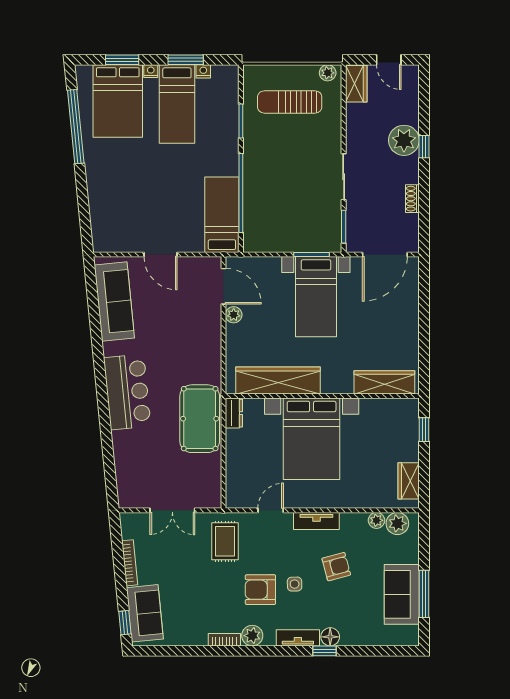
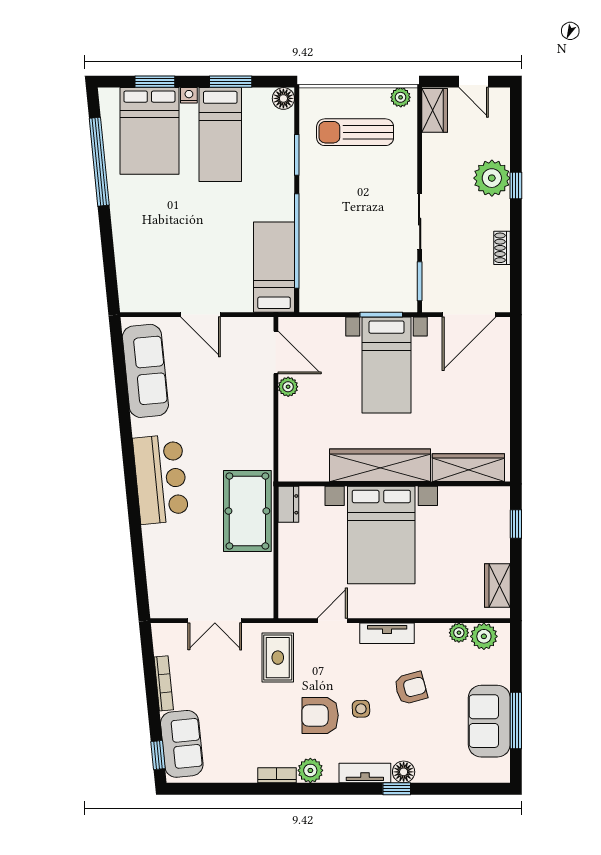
nightstand: (203, 71) -> (252, 96), removed
floor lamp: (230, 74) -> (283, 98), added
wardrobe: (278, 380) -> (380, 465), moved

